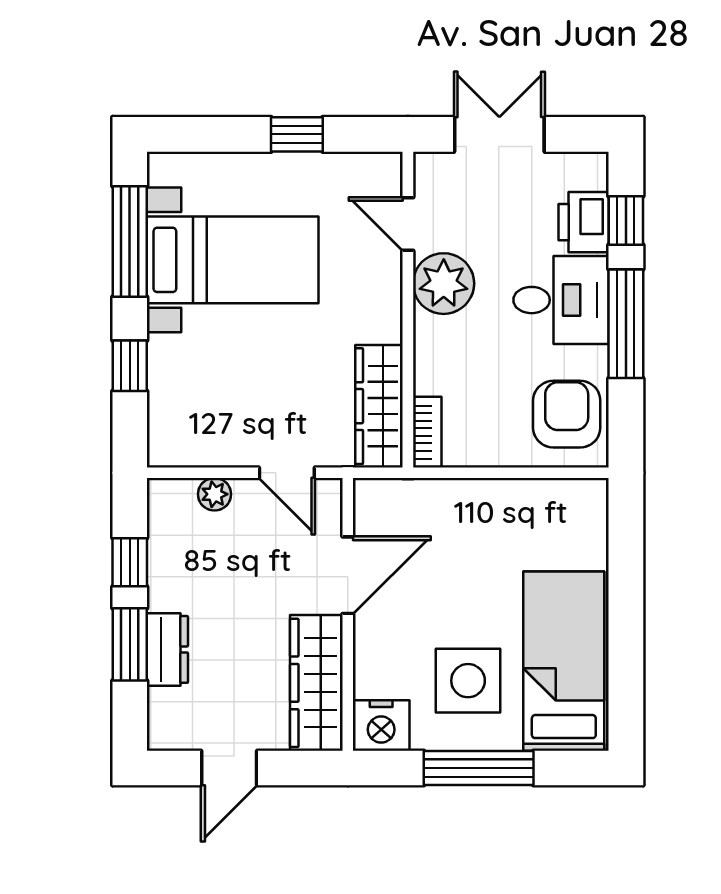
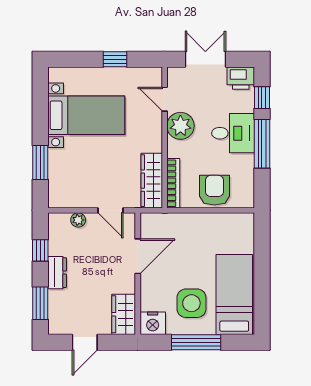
printer: (584, 222) -> (241, 78), moved, turned -90
window: (130, 242) -> (40, 107), removed
window: (130, 366) -> (40, 163), width x1.50
armchair: (567, 414) -> (214, 190), moved
bookcase: (427, 432) -> (173, 183), width x1.56
window: (130, 644) -> (40, 303), moved
dresser: (167, 649) -> (57, 273), moved
wardrobe: (316, 683) -> (124, 314), width x0.67

